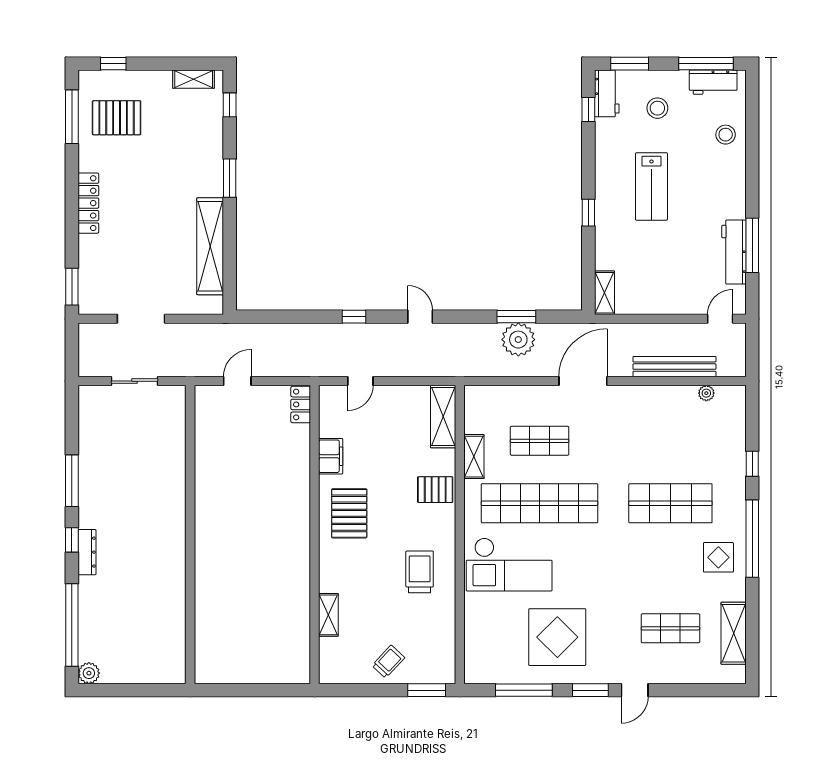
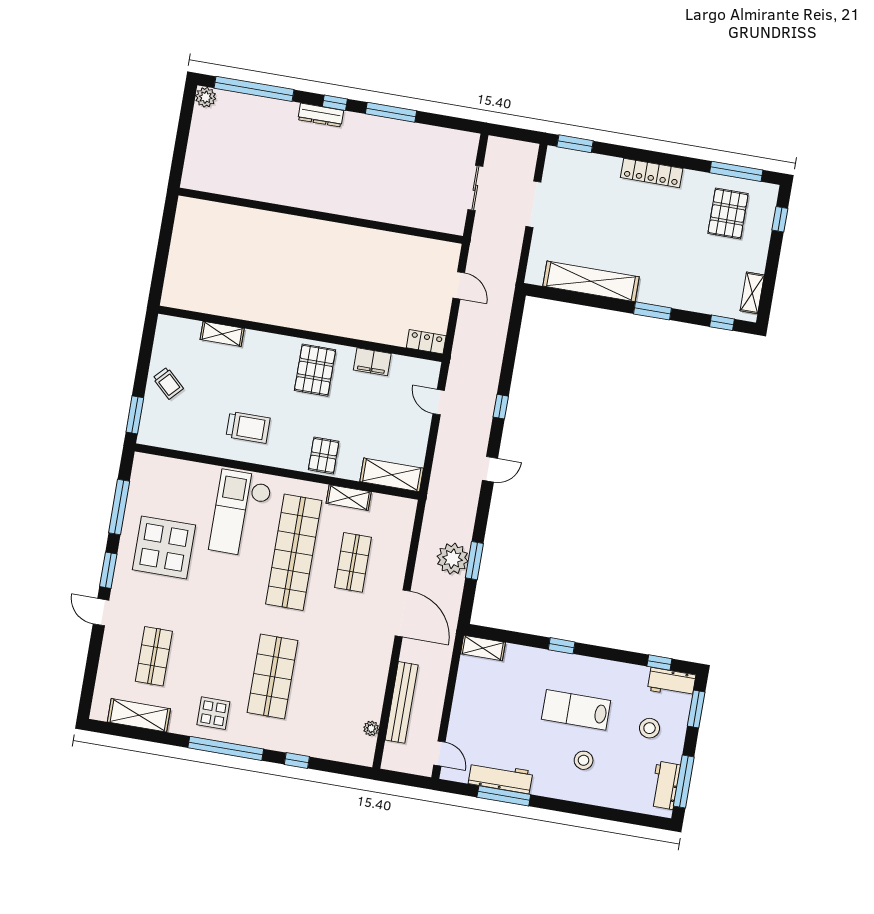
stool: (726, 135) -> (584, 760), moved
pallet: (349, 513) -> (315, 370), turned 90

